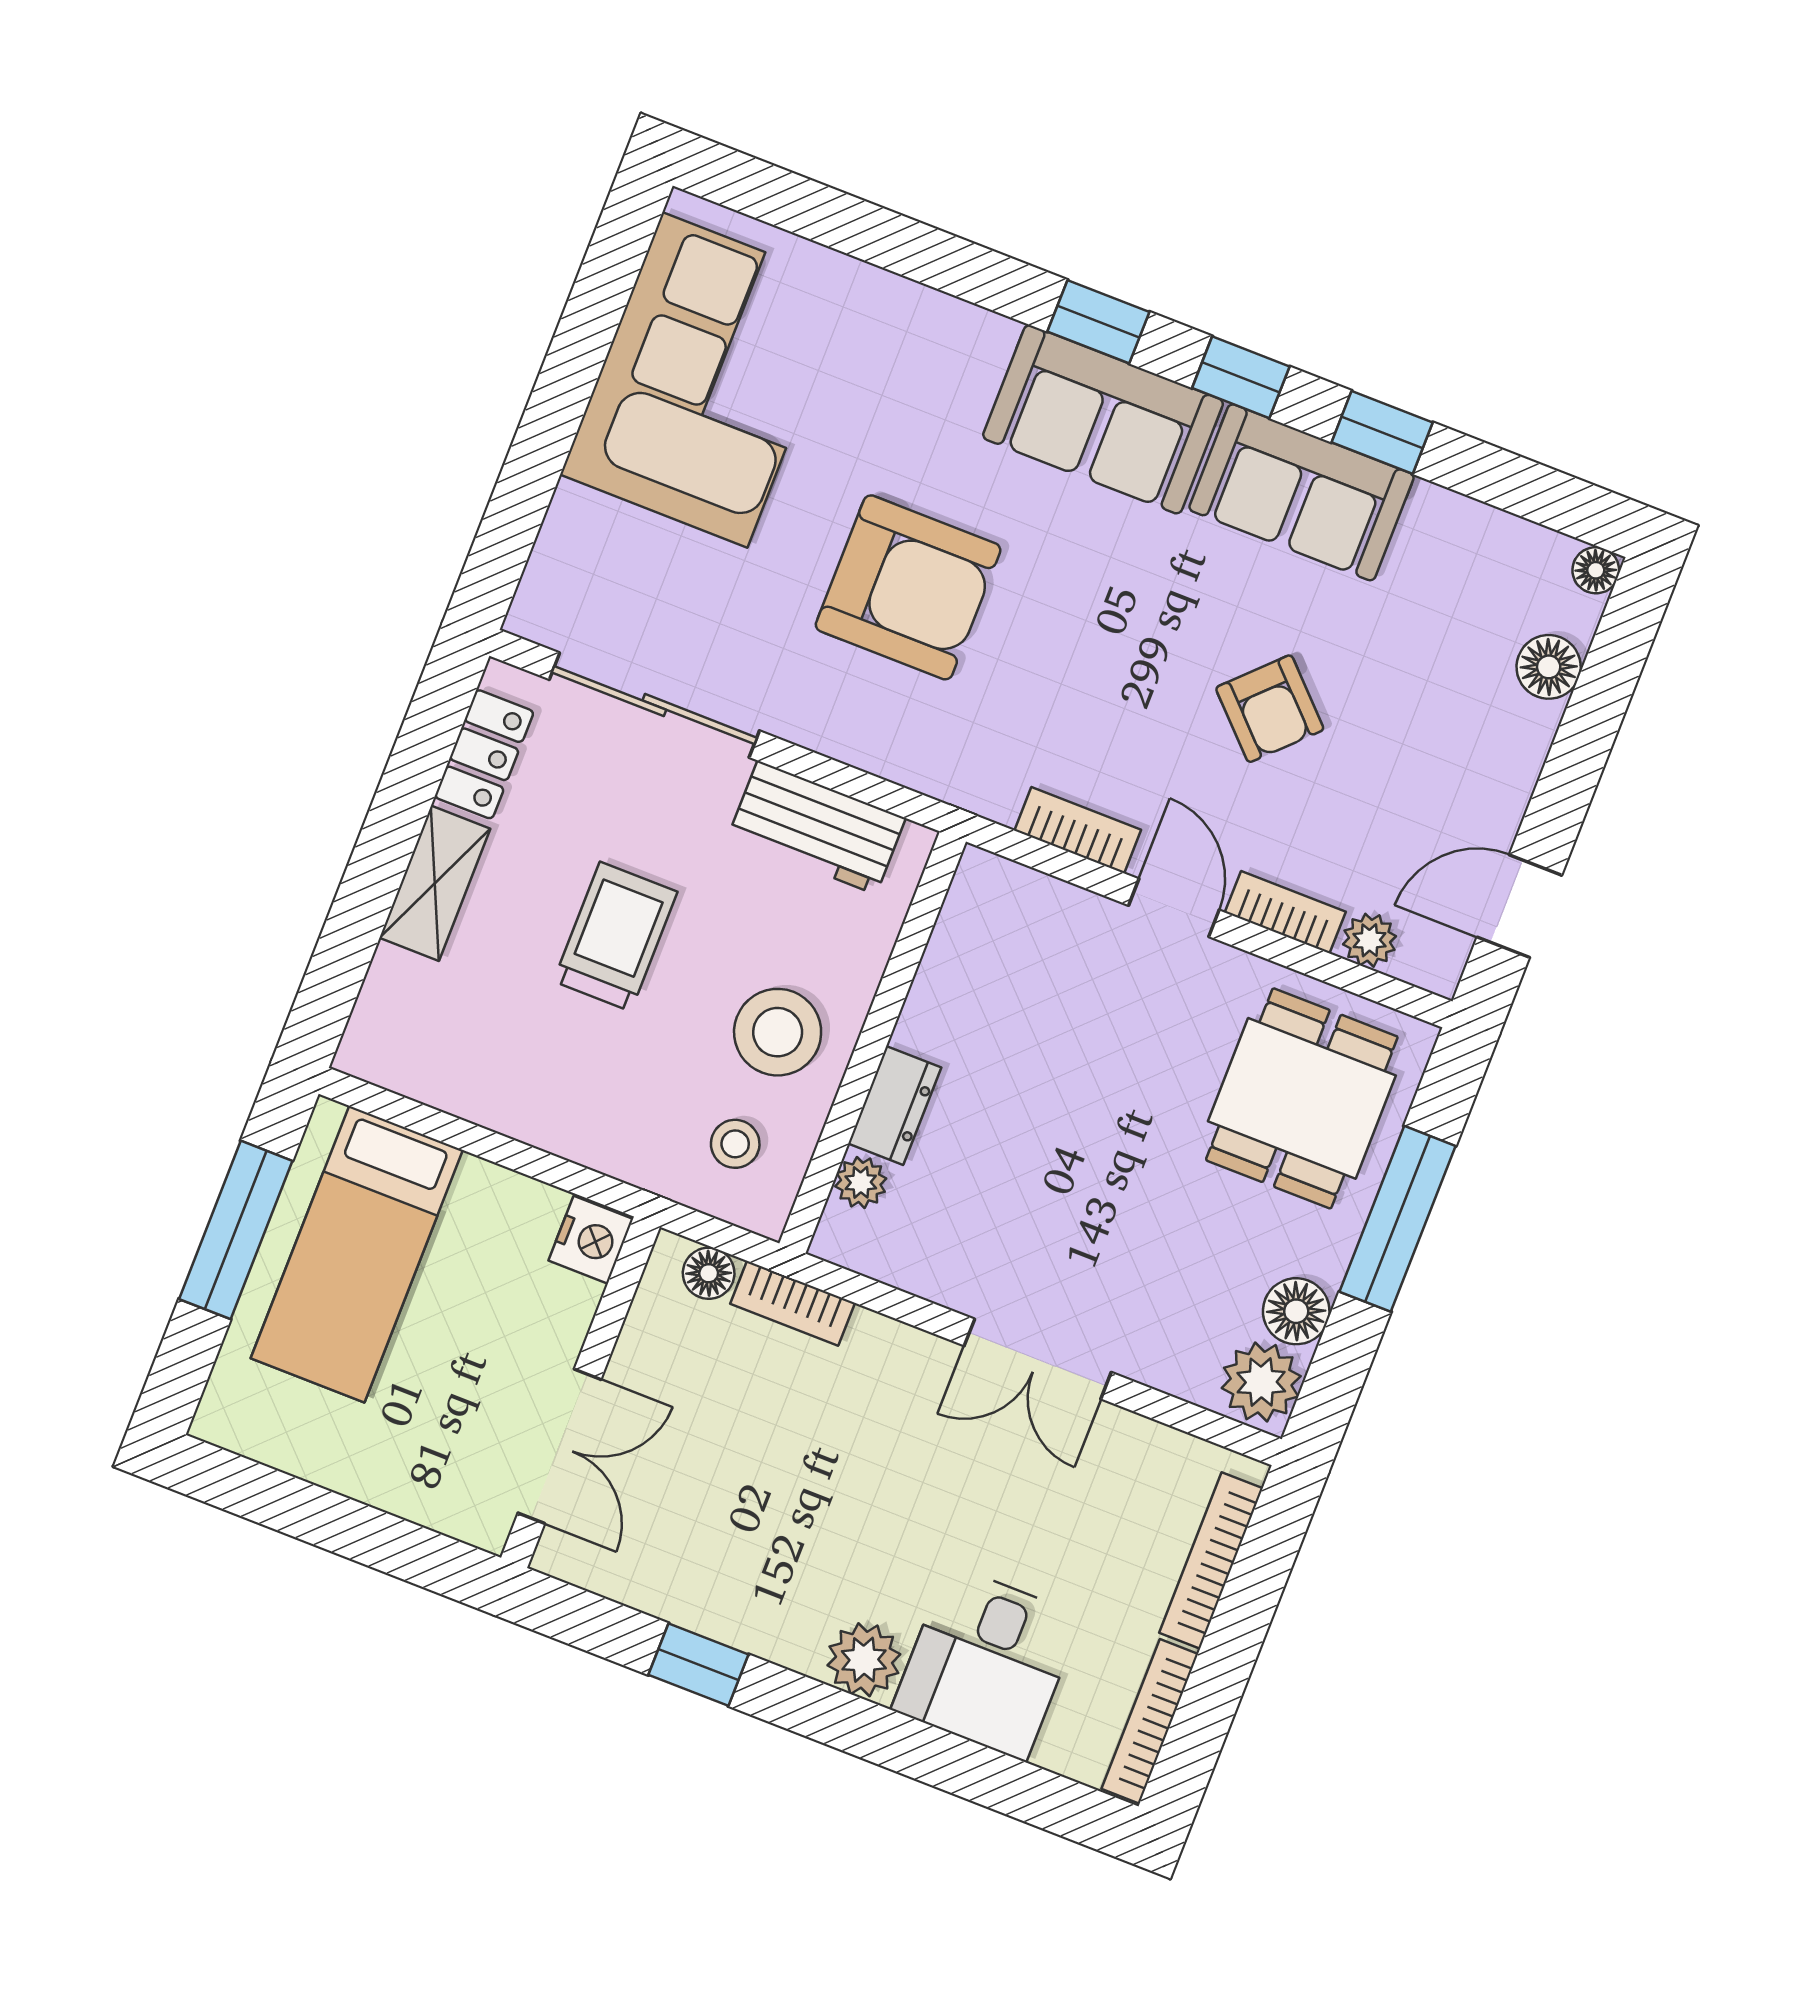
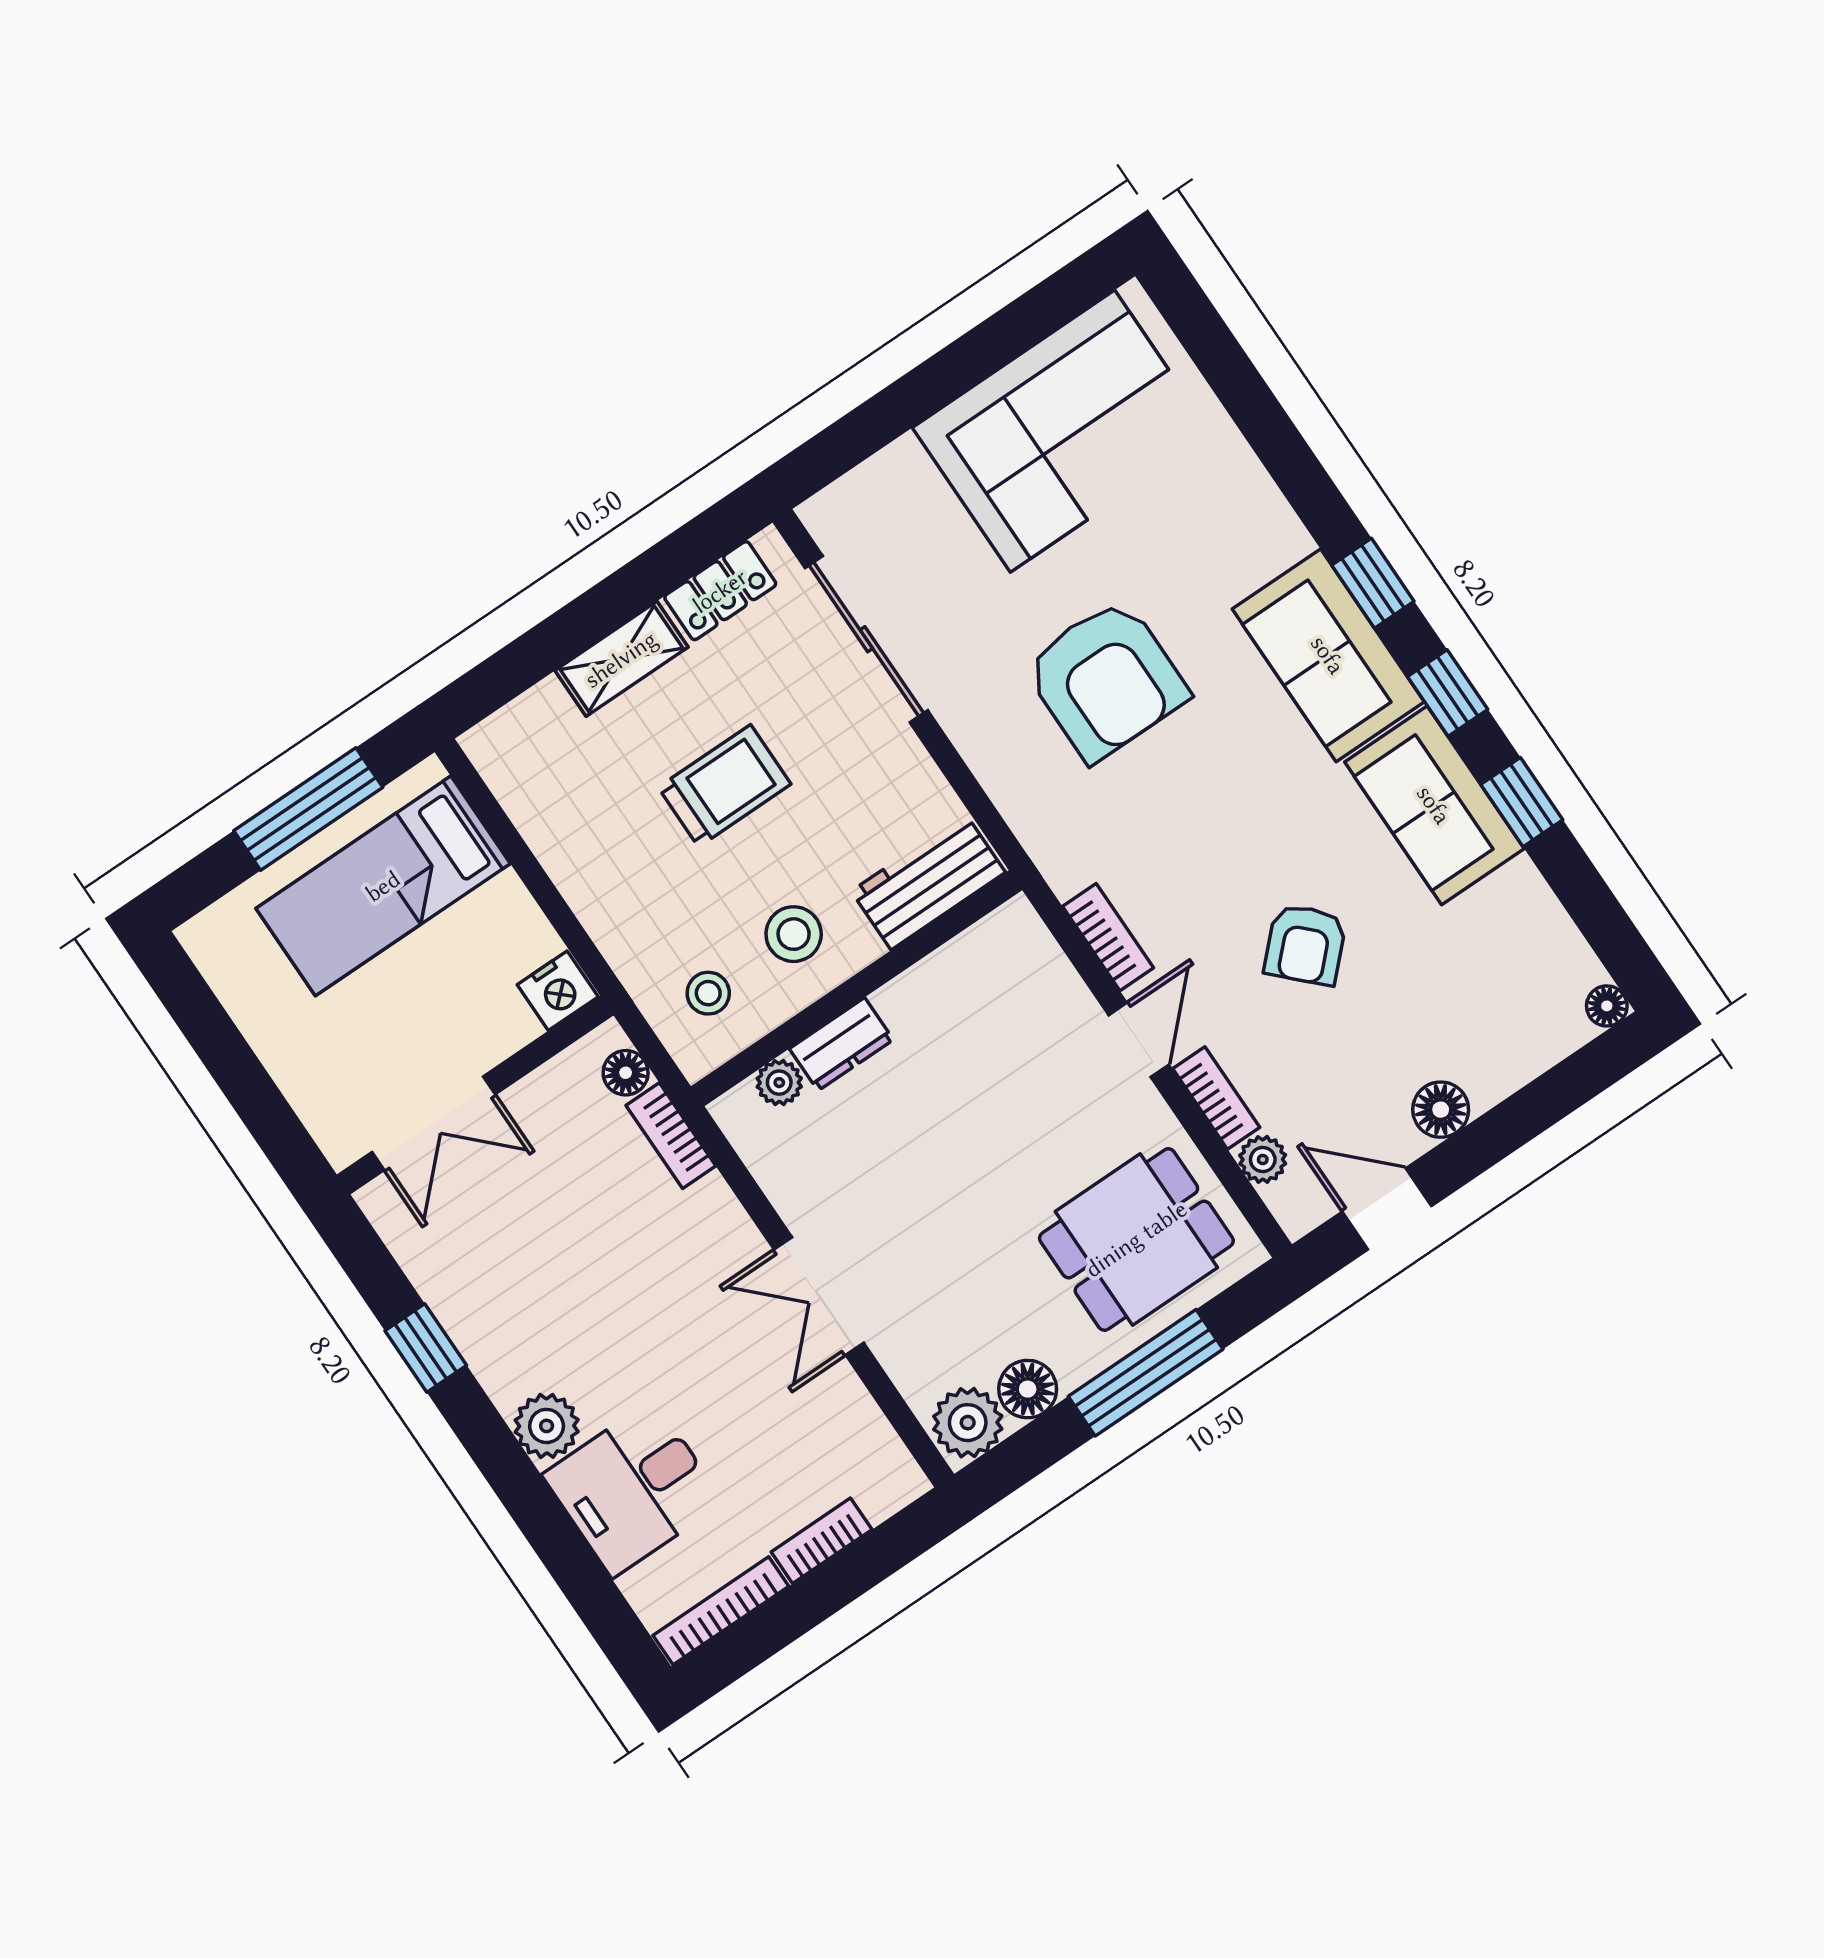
floor lamp: (1549, 667) -> (1441, 1110), moved
workbench: (817, 827) -> (928, 882), moved, turned 90
stool: (778, 1032) -> (794, 934), width x0.73, depth x0.73
bookcase: (1211, 1560) -> (822, 1541), width x0.64

